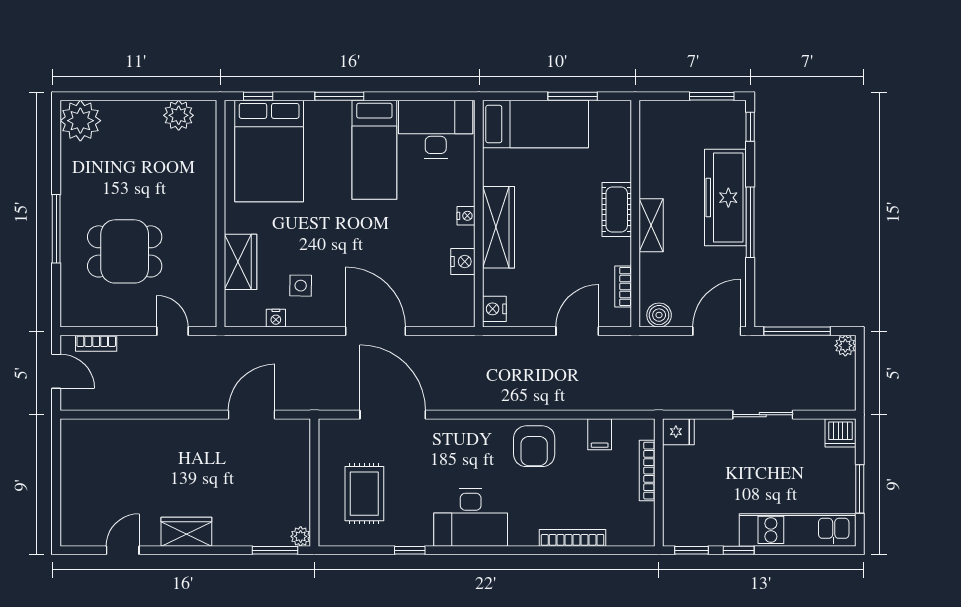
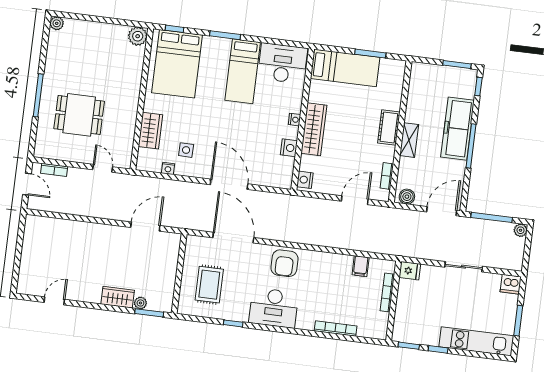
plant: (179, 115) -> (138, 36), moved
plant: (80, 121) -> (57, 23), width x0.53, depth x0.53
armchair: (534, 446) -> (284, 263), moved
wardrobe: (186, 532) -> (118, 297), moved
plant: (301, 536) -> (140, 303), moved

